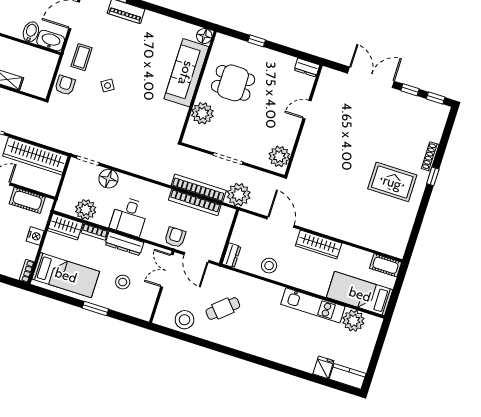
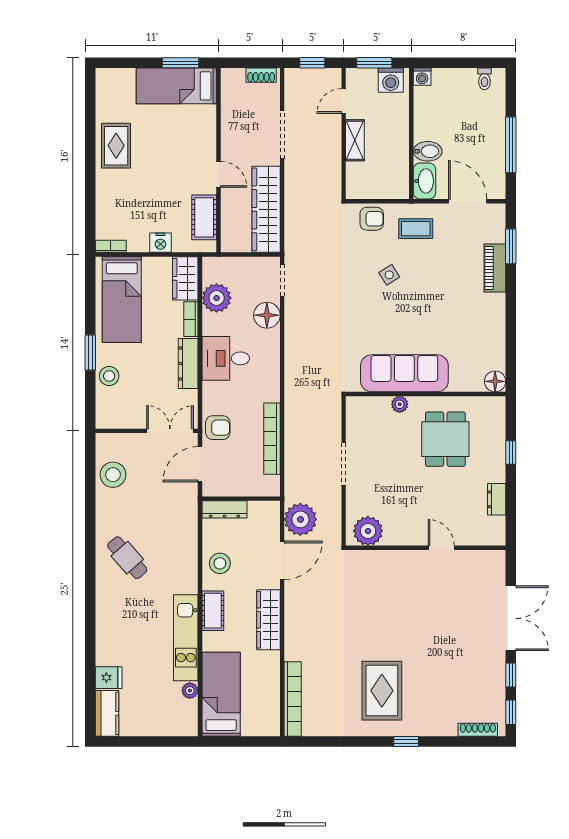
dresser: (307, 68) -> (497, 499), moved
sofa: (186, 73) -> (404, 373), moved
plant: (202, 113) -> (400, 404), width x0.53, depth x0.53
shoe rack: (430, 157) -> (478, 730), moved
bookcase: (199, 188) -> (293, 699), moved
plant: (239, 195) -> (300, 519), moved
dresser: (231, 255) -> (224, 509), width x1.44
cot: (385, 265) -> (213, 611), moved
stool: (123, 282) -> (109, 376), moved
cafe table: (223, 309) -> (127, 558), moved
plant: (353, 321) -> (190, 691), width x0.53, depth x0.53

